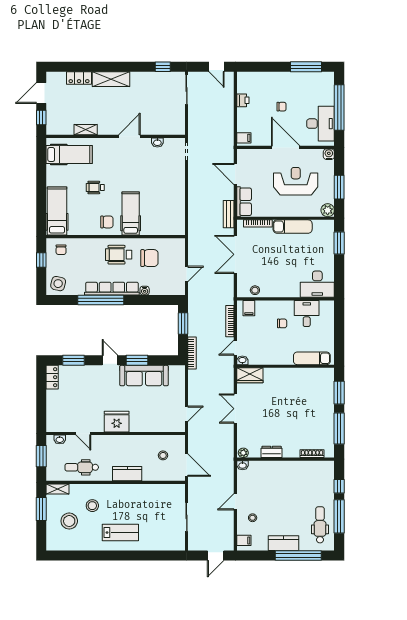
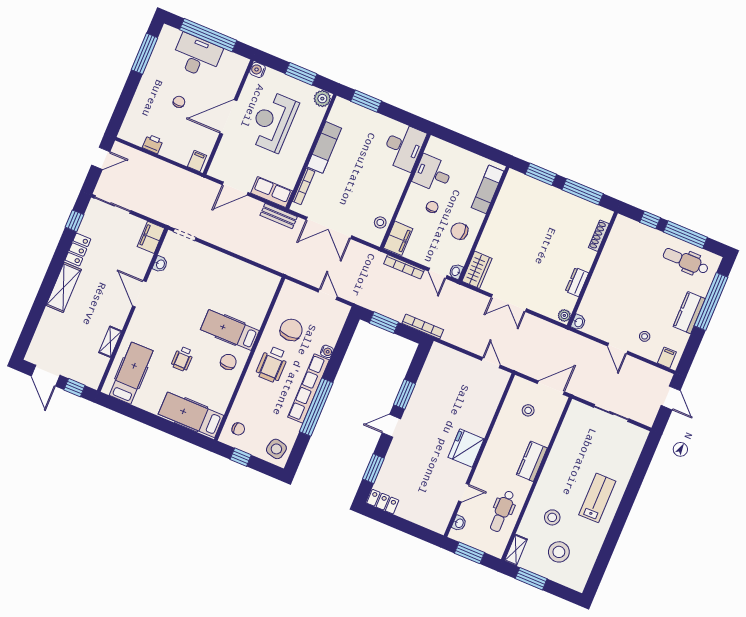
locker: (79, 78) -> (78, 250), moved
desk: (321, 124) -> (197, 56), moved
filing cabinet: (174, 128) -> (151, 237), added
filing cabinet: (249, 308) -> (398, 238), width x2.00
chair: (273, 351) -> (459, 231), added
sofa: (144, 376) -> (426, 394), removed

